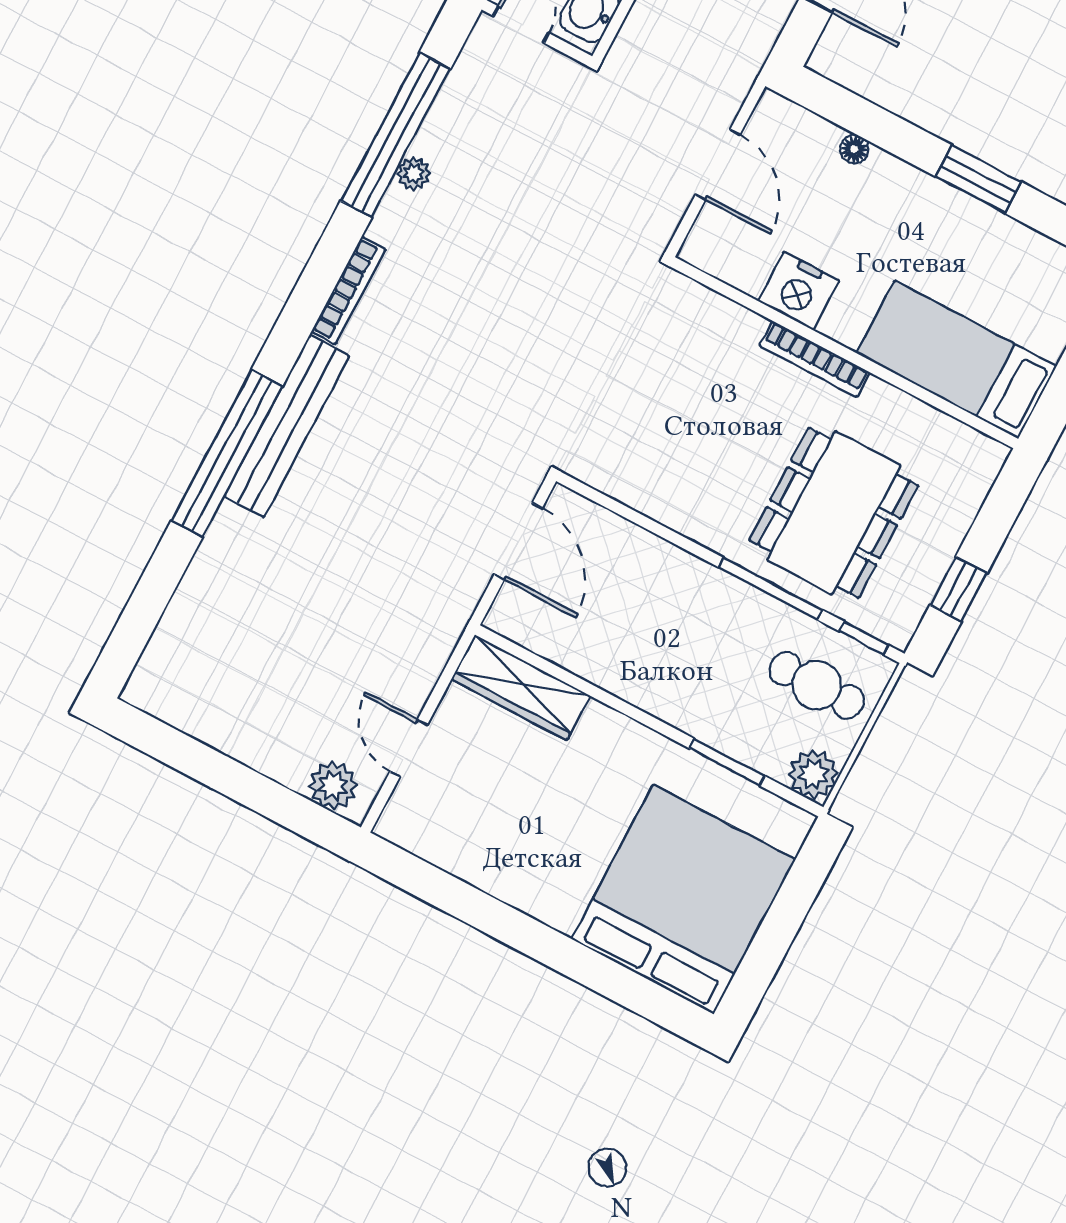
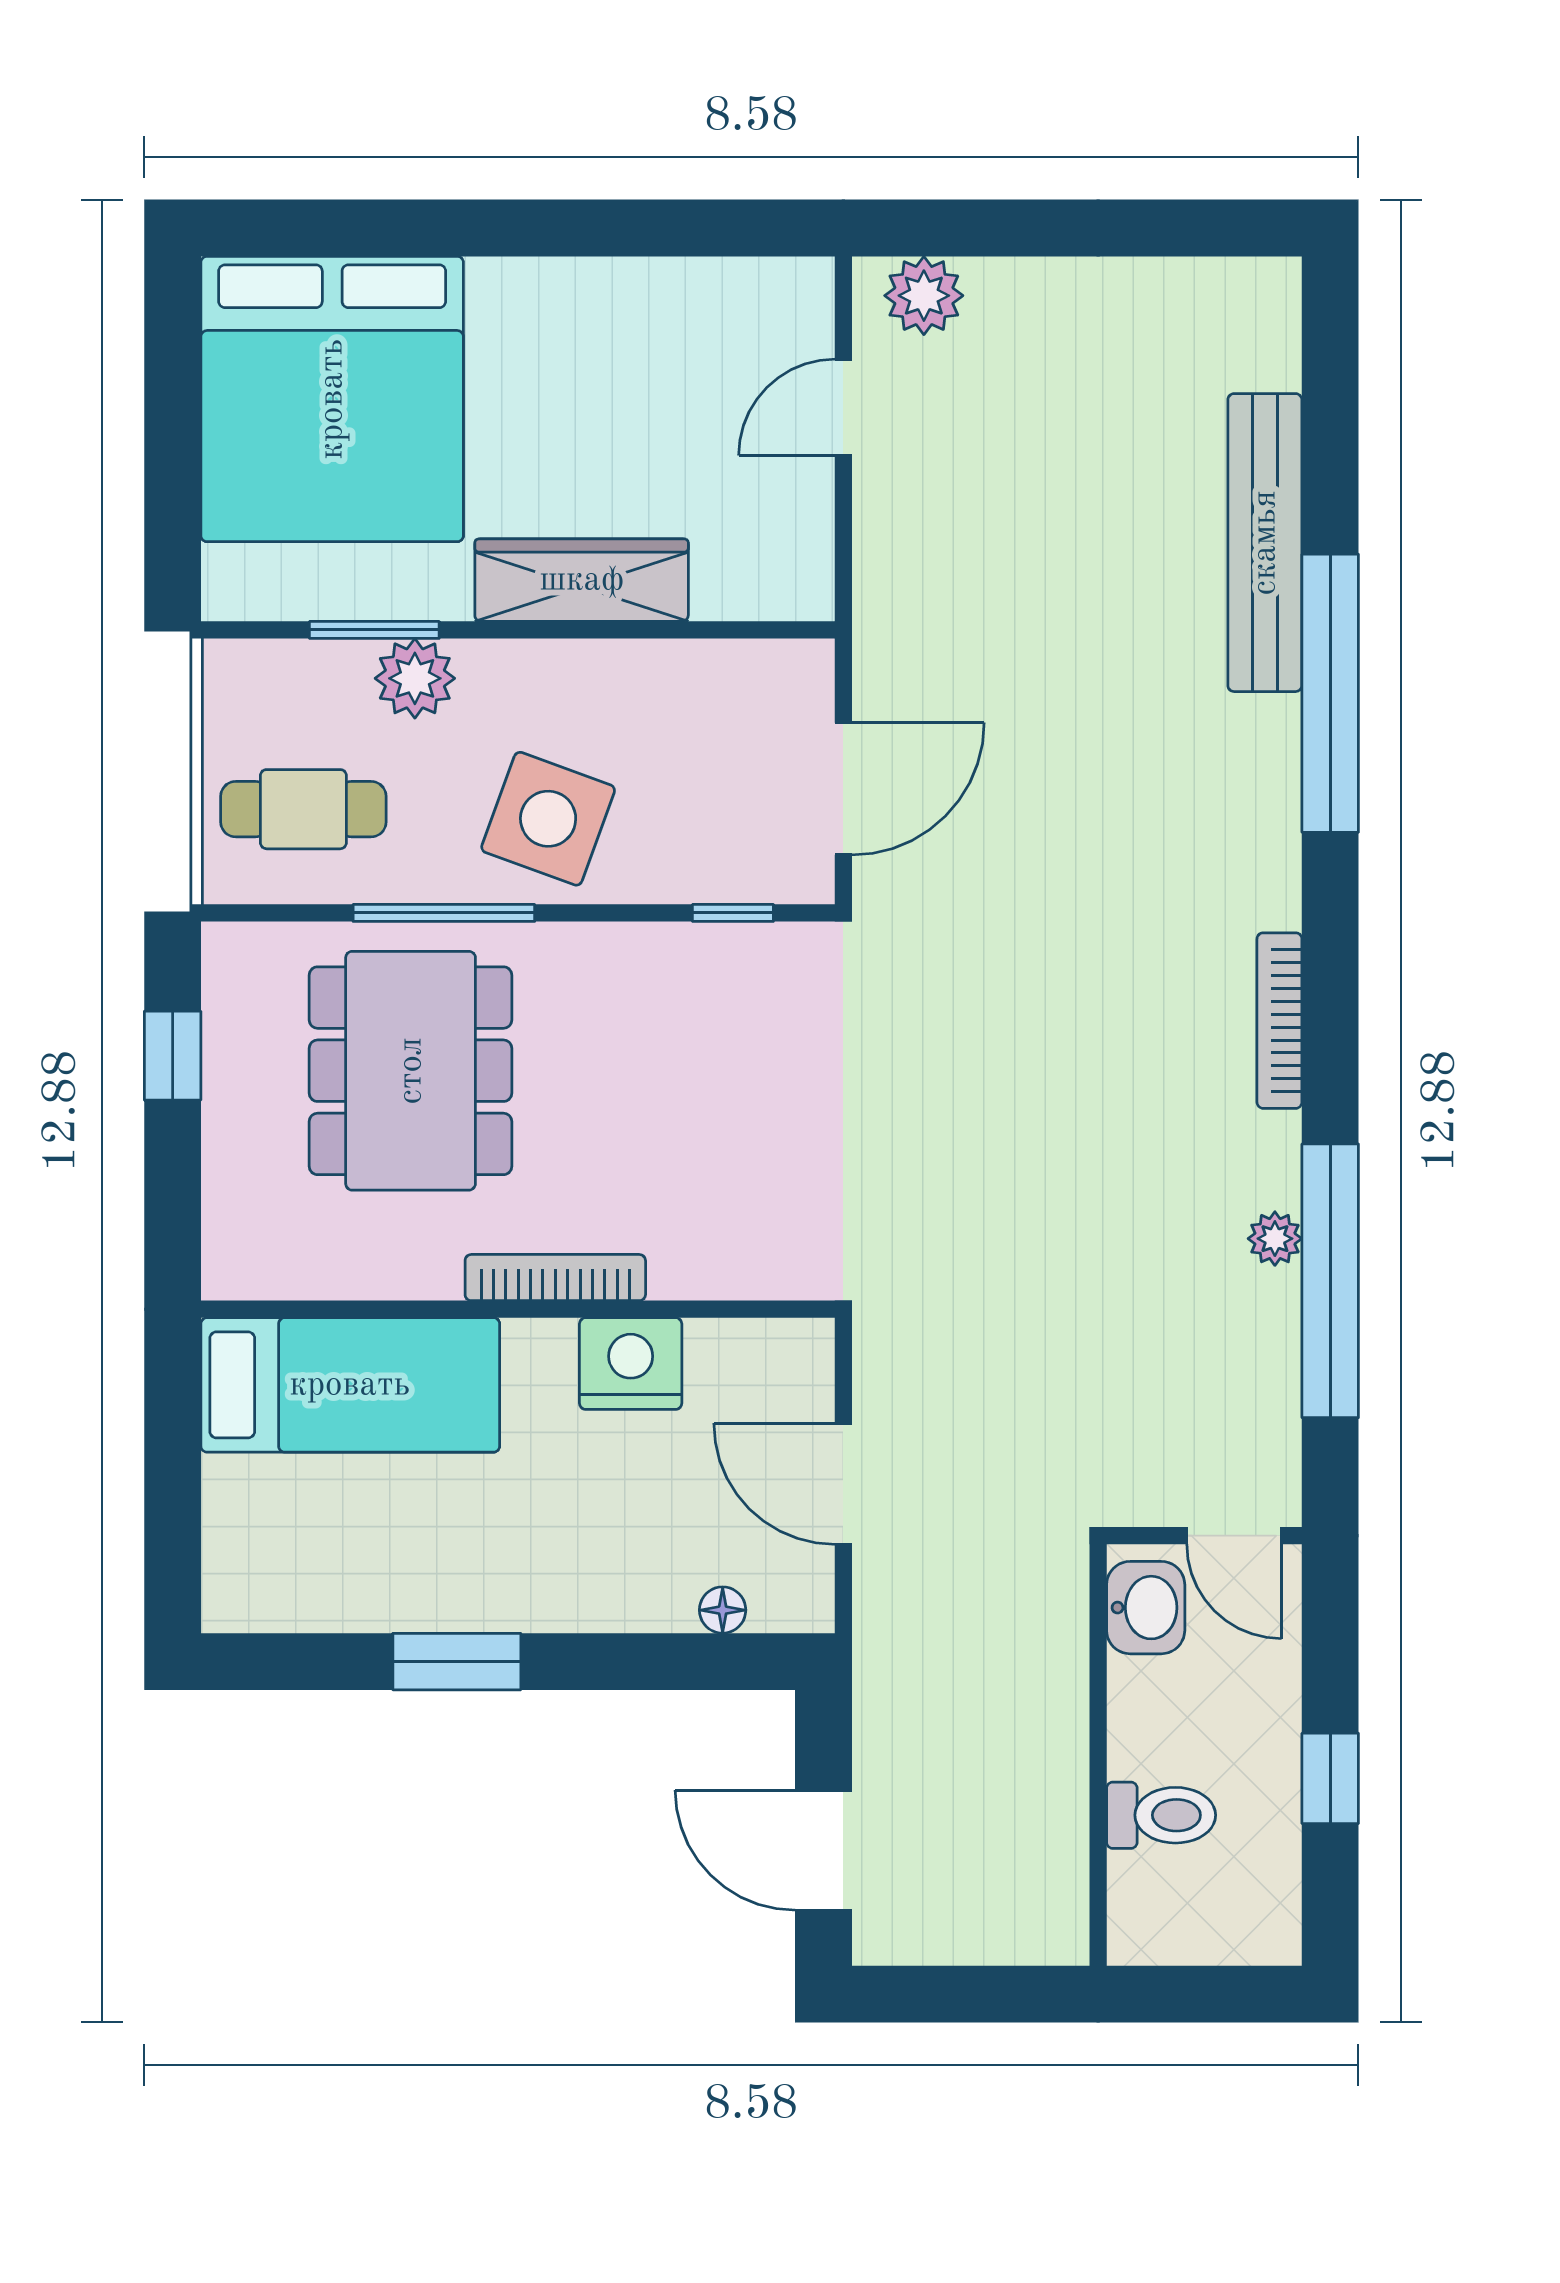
floor lamp: (854, 149) -> (723, 1610), moved
bench: (287, 426) -> (1265, 543), moved
door: (518, 541) -> (843, 789), swing flipped
side table: (687, 610) -> (548, 819), added
window: (864, 638) -> (733, 913), moved
wardrobe: (521, 688) -> (582, 580), moved
door: (409, 748) -> (843, 407), swing flipped
plant: (813, 774) -> (415, 678), moved

